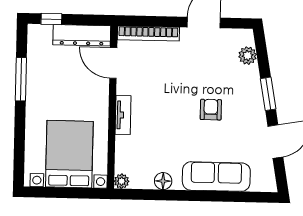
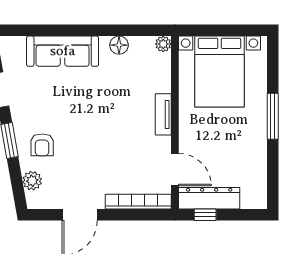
window: (51, 19) -> (205, 215), moved
window: (21, 79) -> (273, 116), moved
armchair: (211, 110) -> (42, 145), moved

